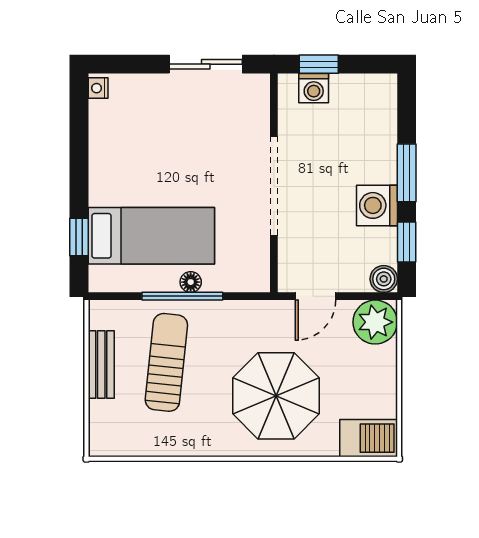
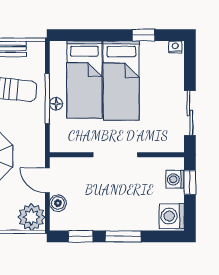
bed: (153, 176) -> (121, 81), added
doorway: (274, 186) -> (115, 155), width x0.73
washing machine: (377, 205) -> (172, 216), moved, turned -90
window: (79, 237) -> (144, 35), moved
boiler: (384, 279) -> (58, 203), moved

